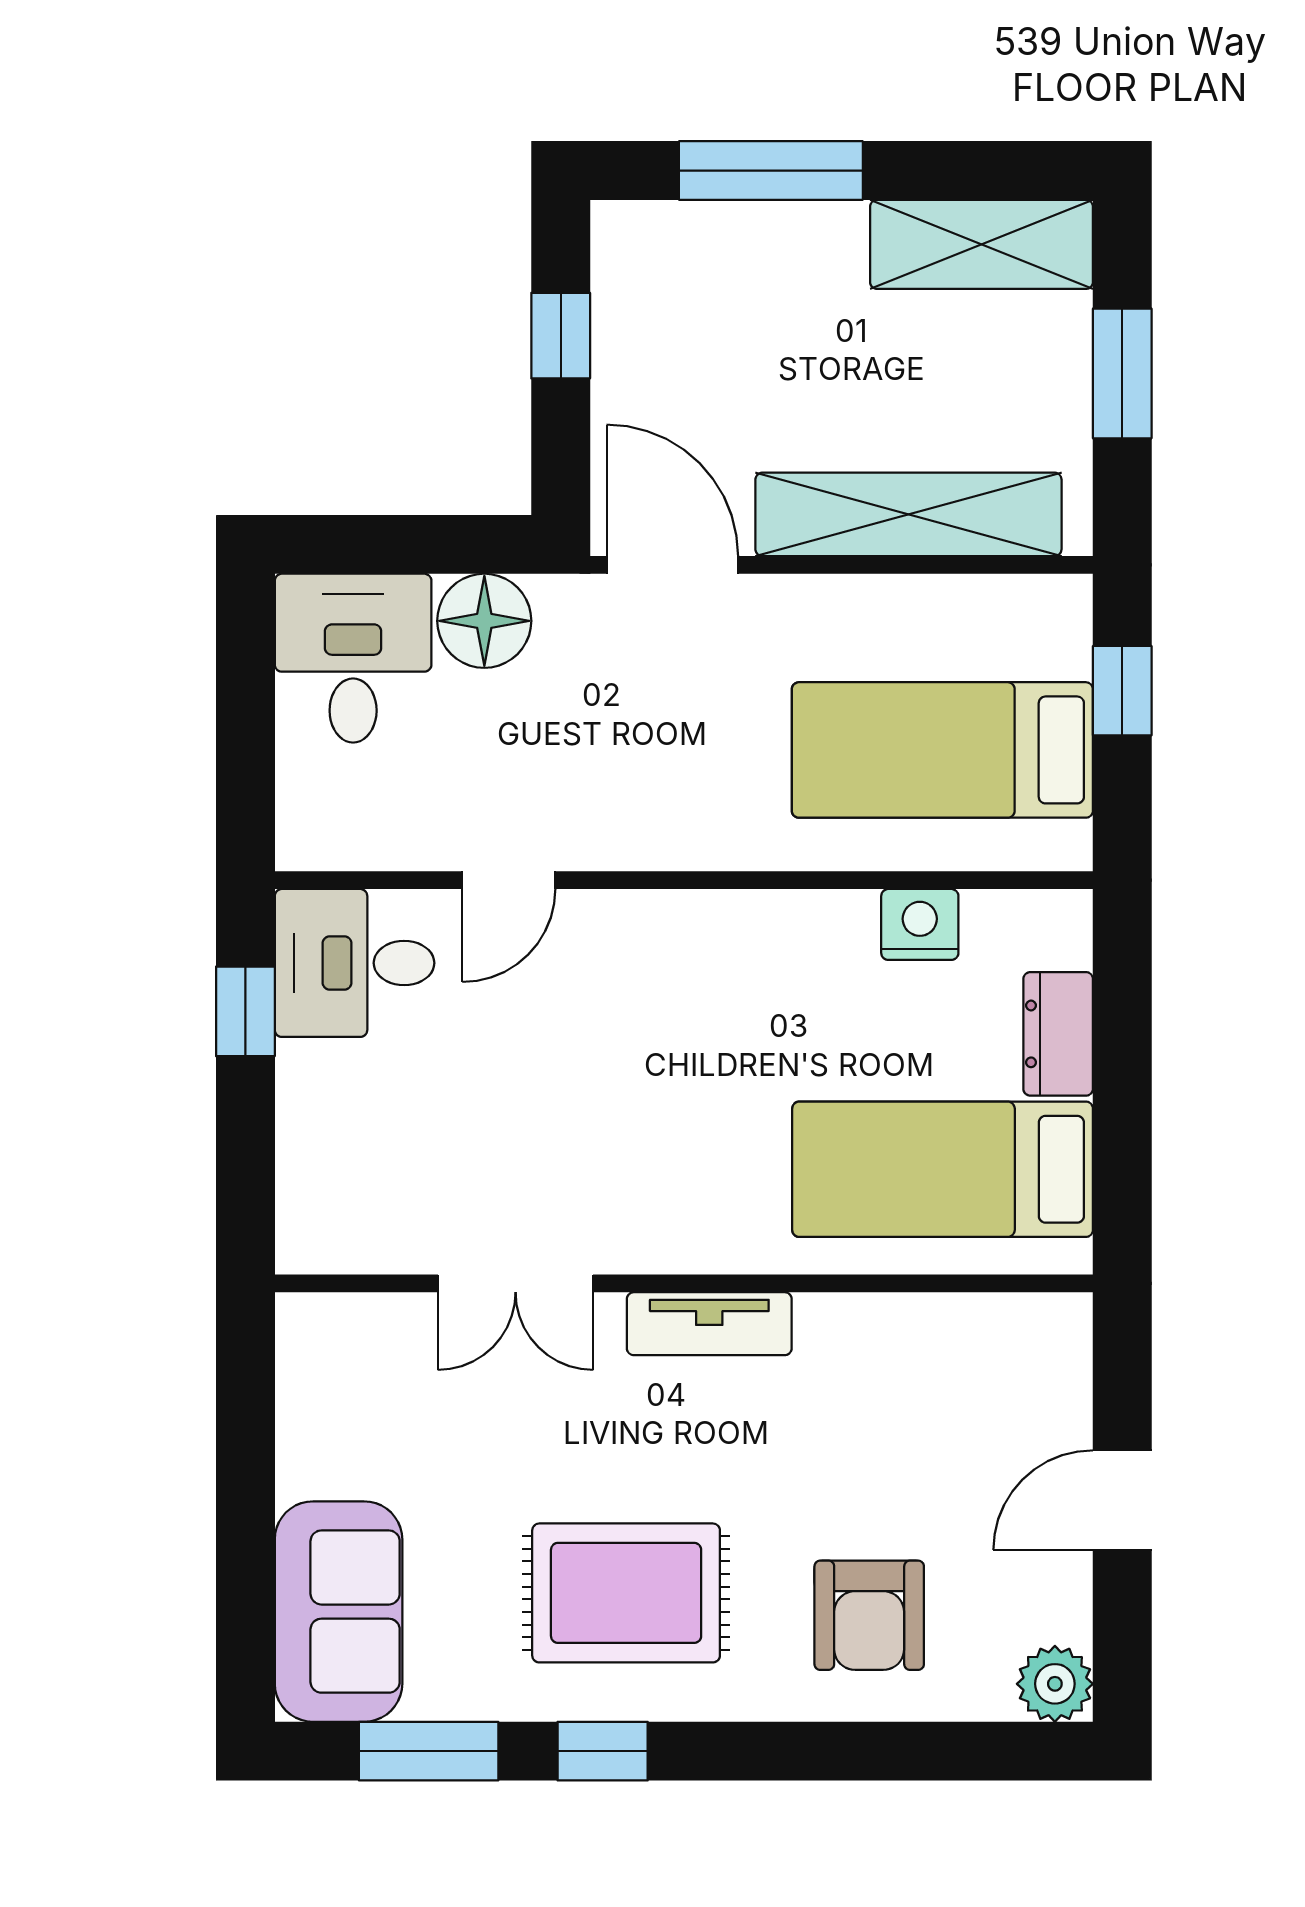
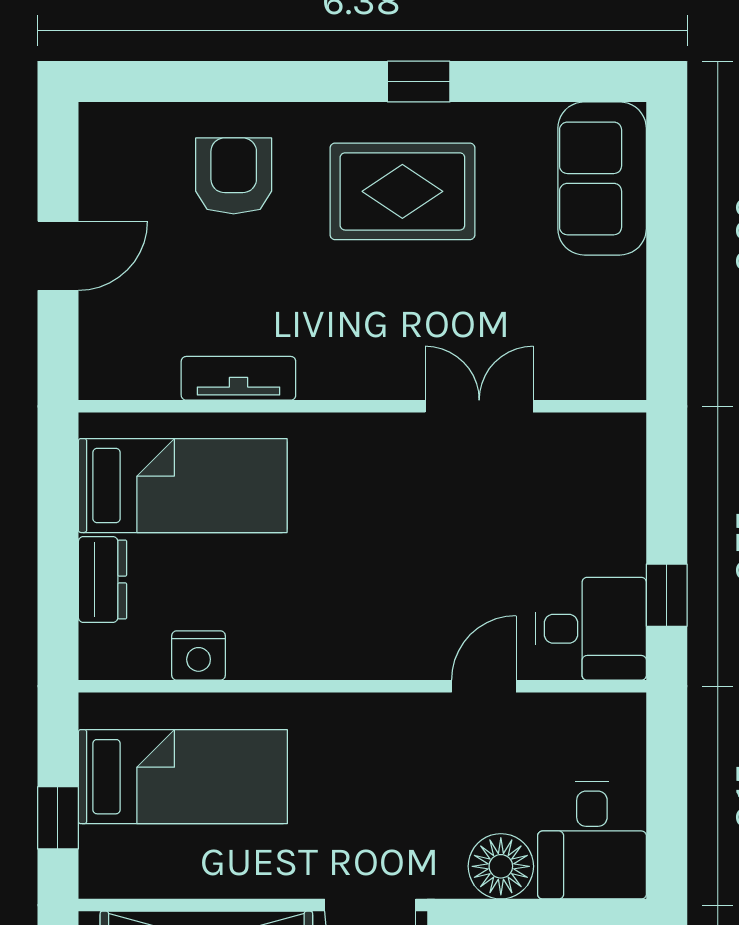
tv unit: (709, 1324) -> (238, 378), moved
plant: (1055, 1684) -> (105, 128), removed
window: (429, 1751) -> (540, 82), removed

